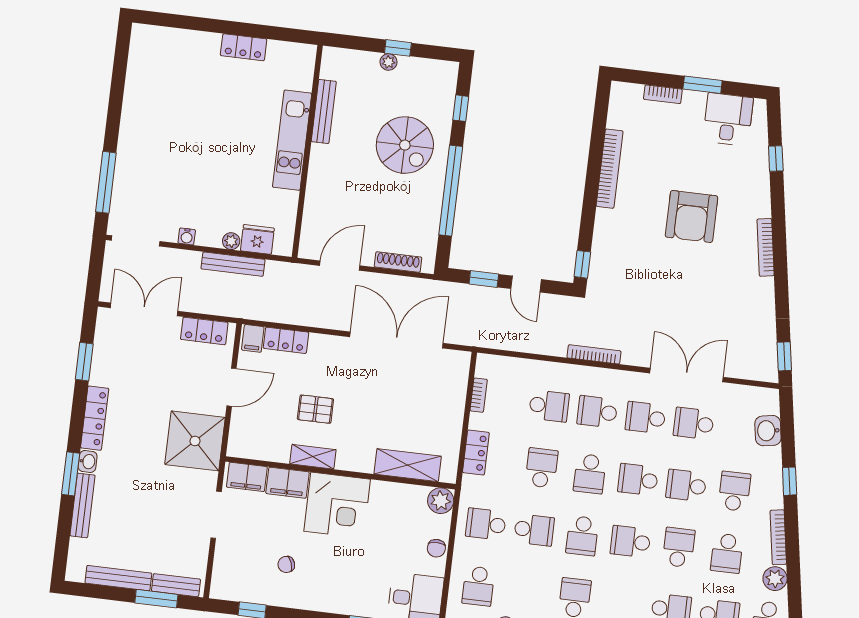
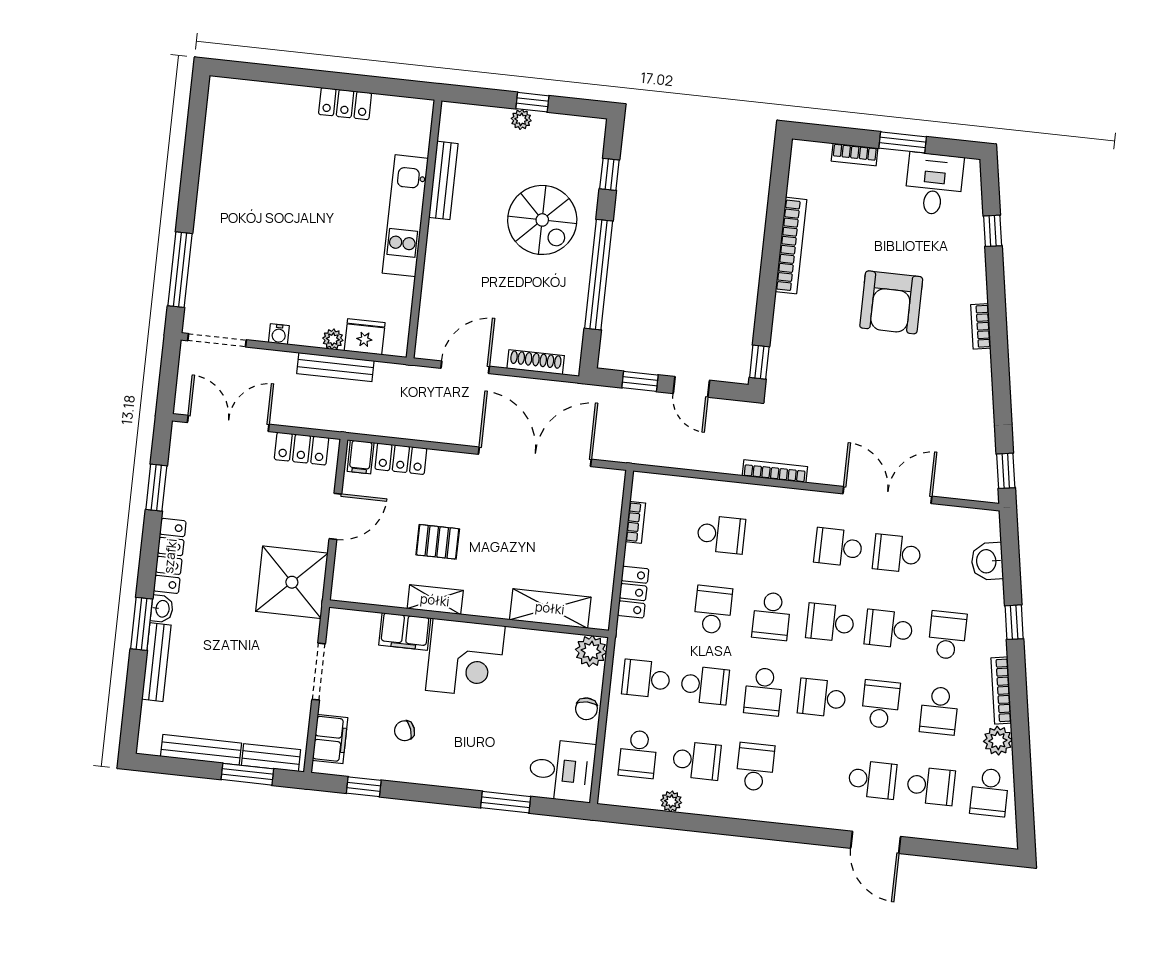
bookcase: (766, 247) -> (981, 326), width x0.64
school desk: (597, 412) -> (697, 760), moved, turned 180
filing cabinet: (247, 477) -> (330, 739), moved, turned -90

